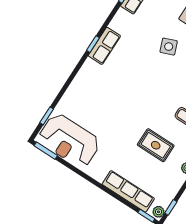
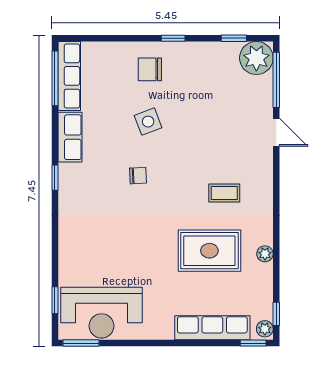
row of seats: (104, 46) -> (70, 137), moved
chair: (142, 74) -> (138, 176), added
rug: (156, 145) -> (209, 251), width x1.36, depth x1.43

